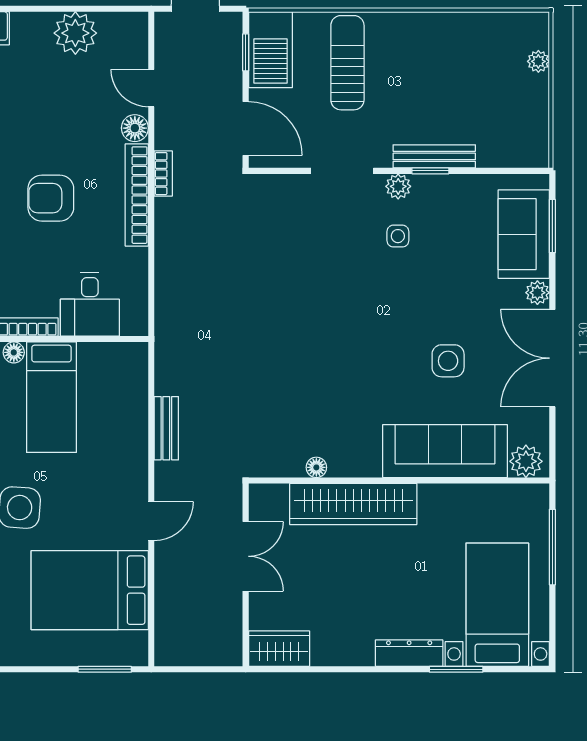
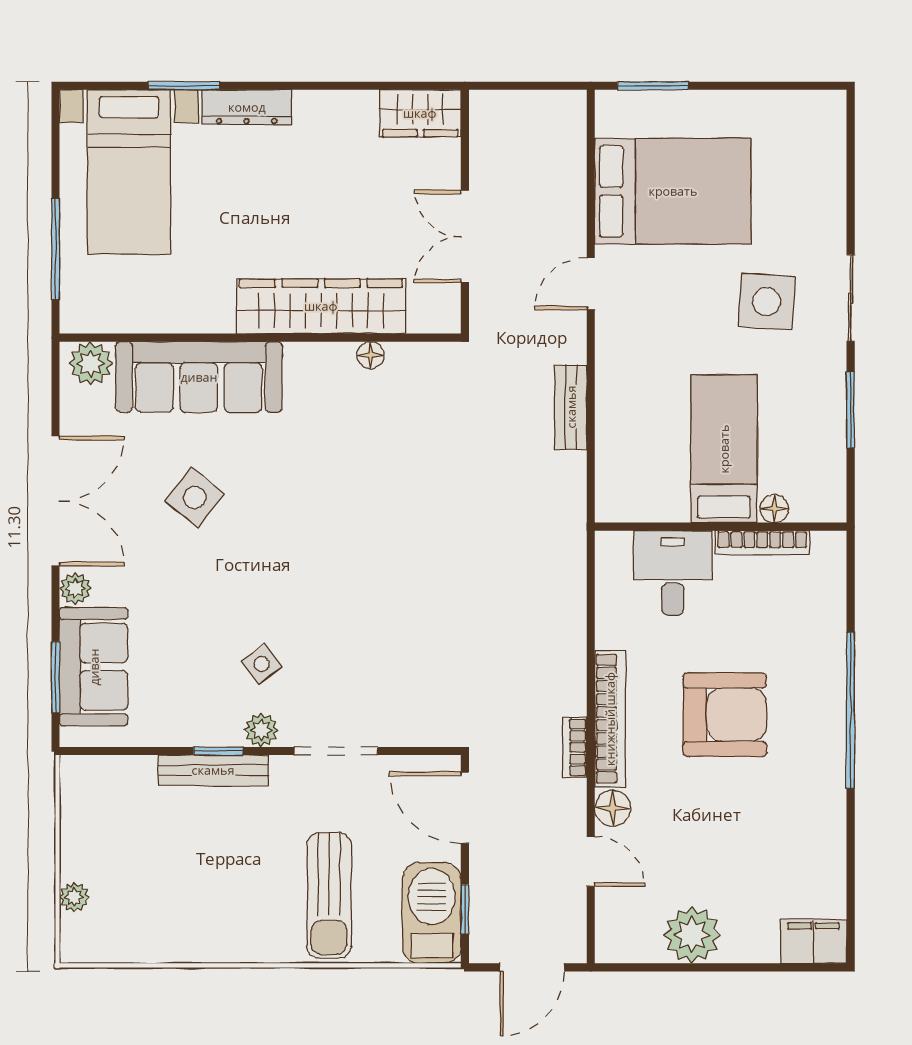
armchair: (51, 198) -> (725, 715), width x1.36, depth x1.36
side table: (398, 236) -> (262, 664), turned -37
side table: (448, 361) -> (195, 497), turned 38

